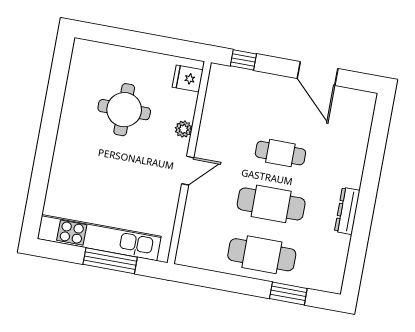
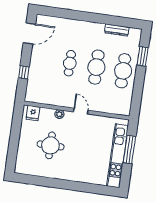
window: (243, 60) -> (24, 72), moved
door: (318, 73) -> (29, 33), moved
dresser: (347, 211) -> (117, 30), moved

